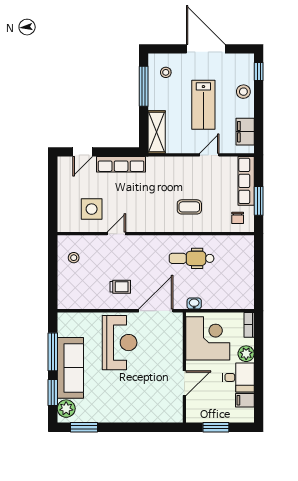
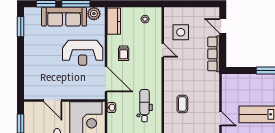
shelving: (157, 132) -> (237, 80), removed
kitchen counter: (76, 300) -> (114, 21), added
plant: (66, 409) -> (94, 14), moved

